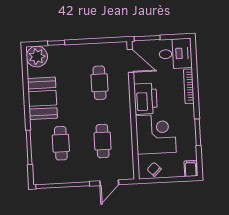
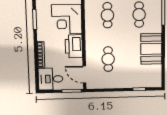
plant: (37, 57) -> (154, 80), removed

